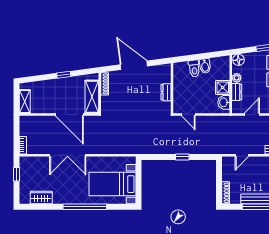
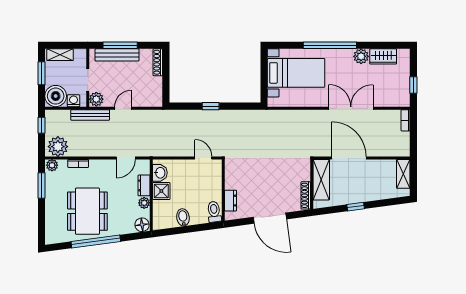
toilet: (194, 69) -> (214, 212), moved
dresser: (166, 92) -> (231, 201), moved
door: (242, 155) -> (123, 108), moved
plant: (59, 198) -> (361, 56), added

